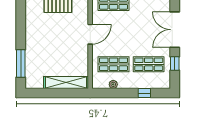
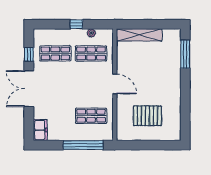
double door: (175, 30) -> (29, 89), swing flipped
door: (90, 34) -> (115, 84), swing flipped
window: (144, 93) -> (76, 24), moved

